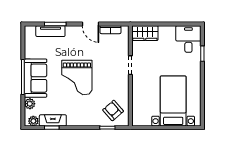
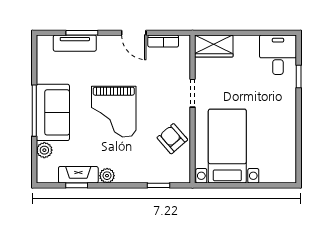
bed with nightstands: (173, 101) -> (227, 146), moved
armchair: (113, 111) -> (172, 139), moved
plant: (33, 121) -> (107, 176), moved

